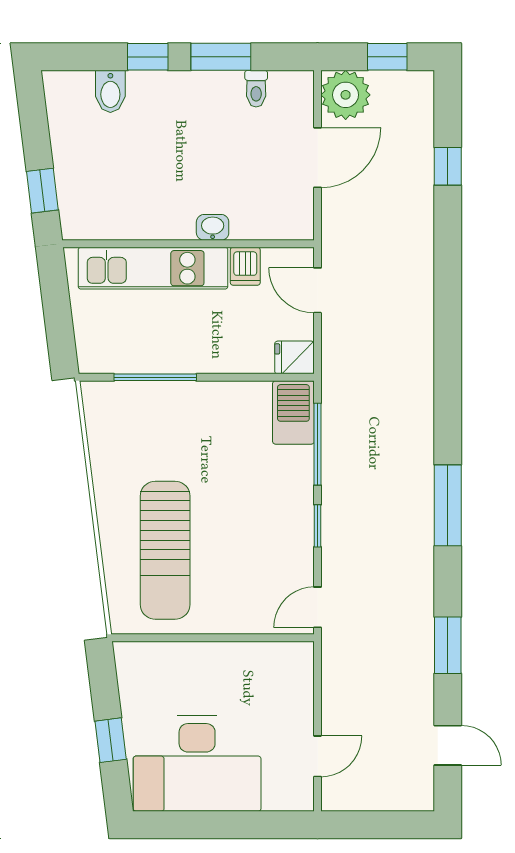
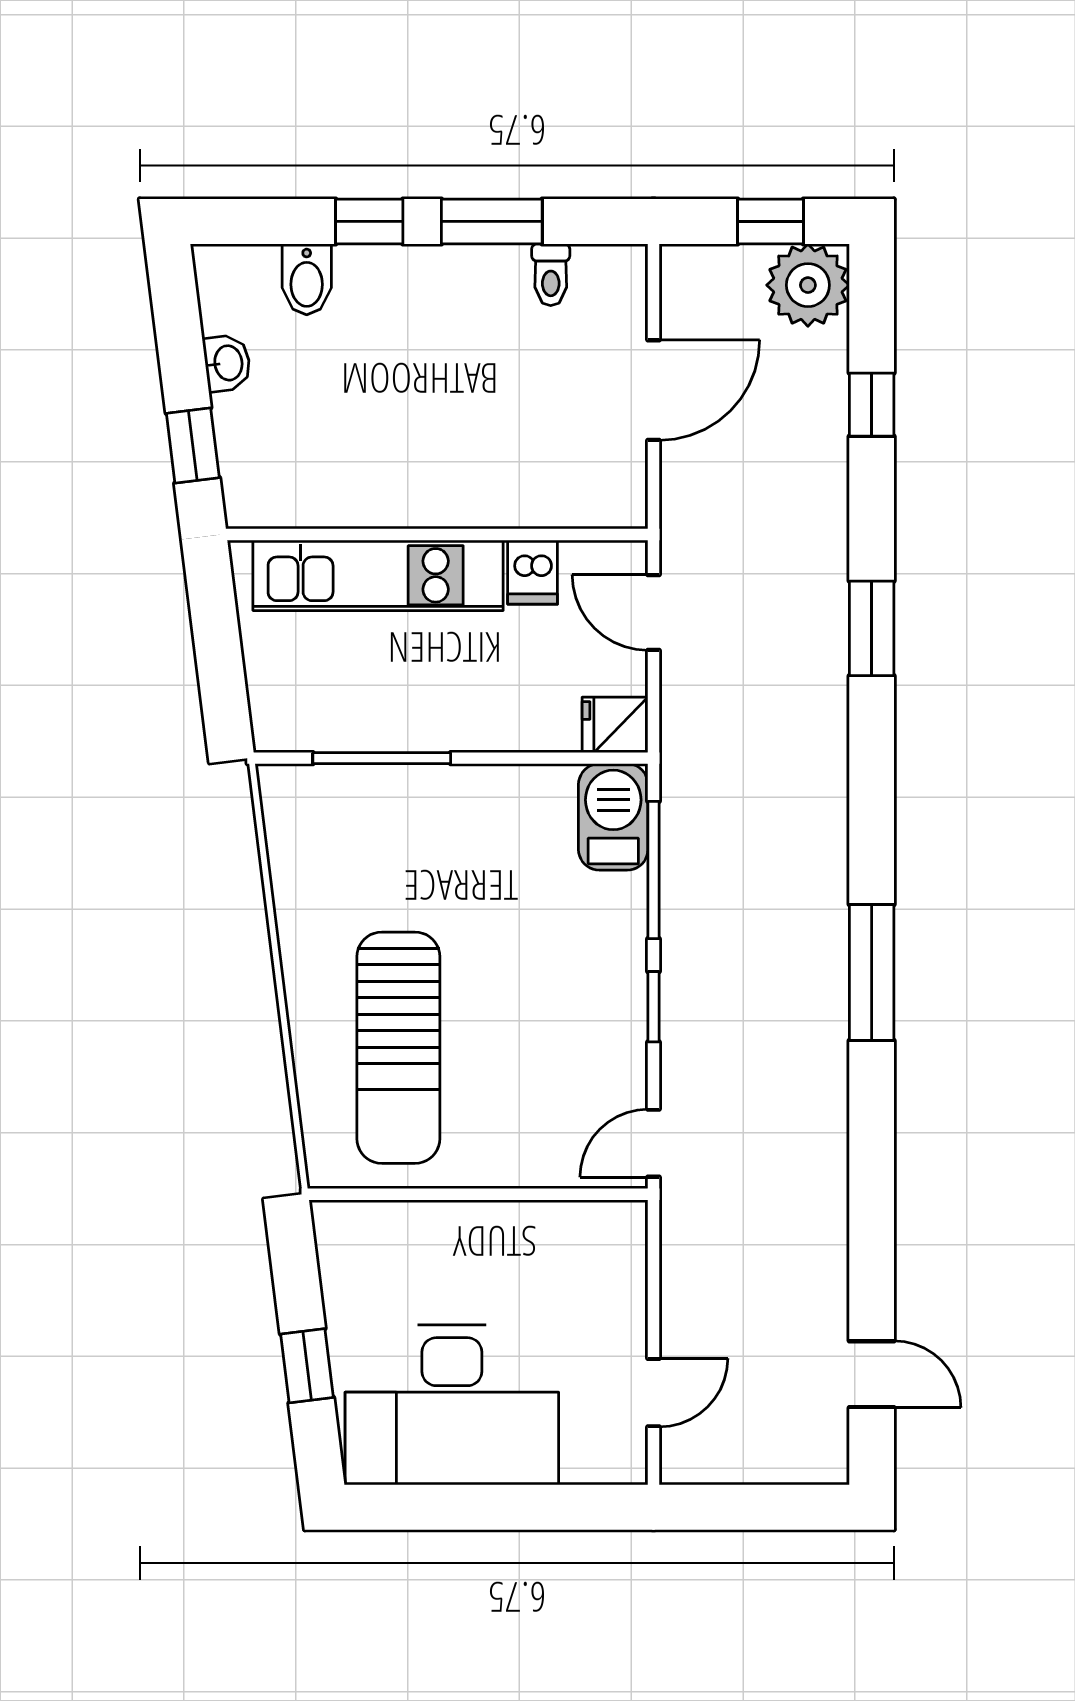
plant: (346, 95) -> (808, 285), moved
washbasin: (213, 227) -> (227, 363), moved, turned 83
window: (448, 645) -> (872, 628), moved

